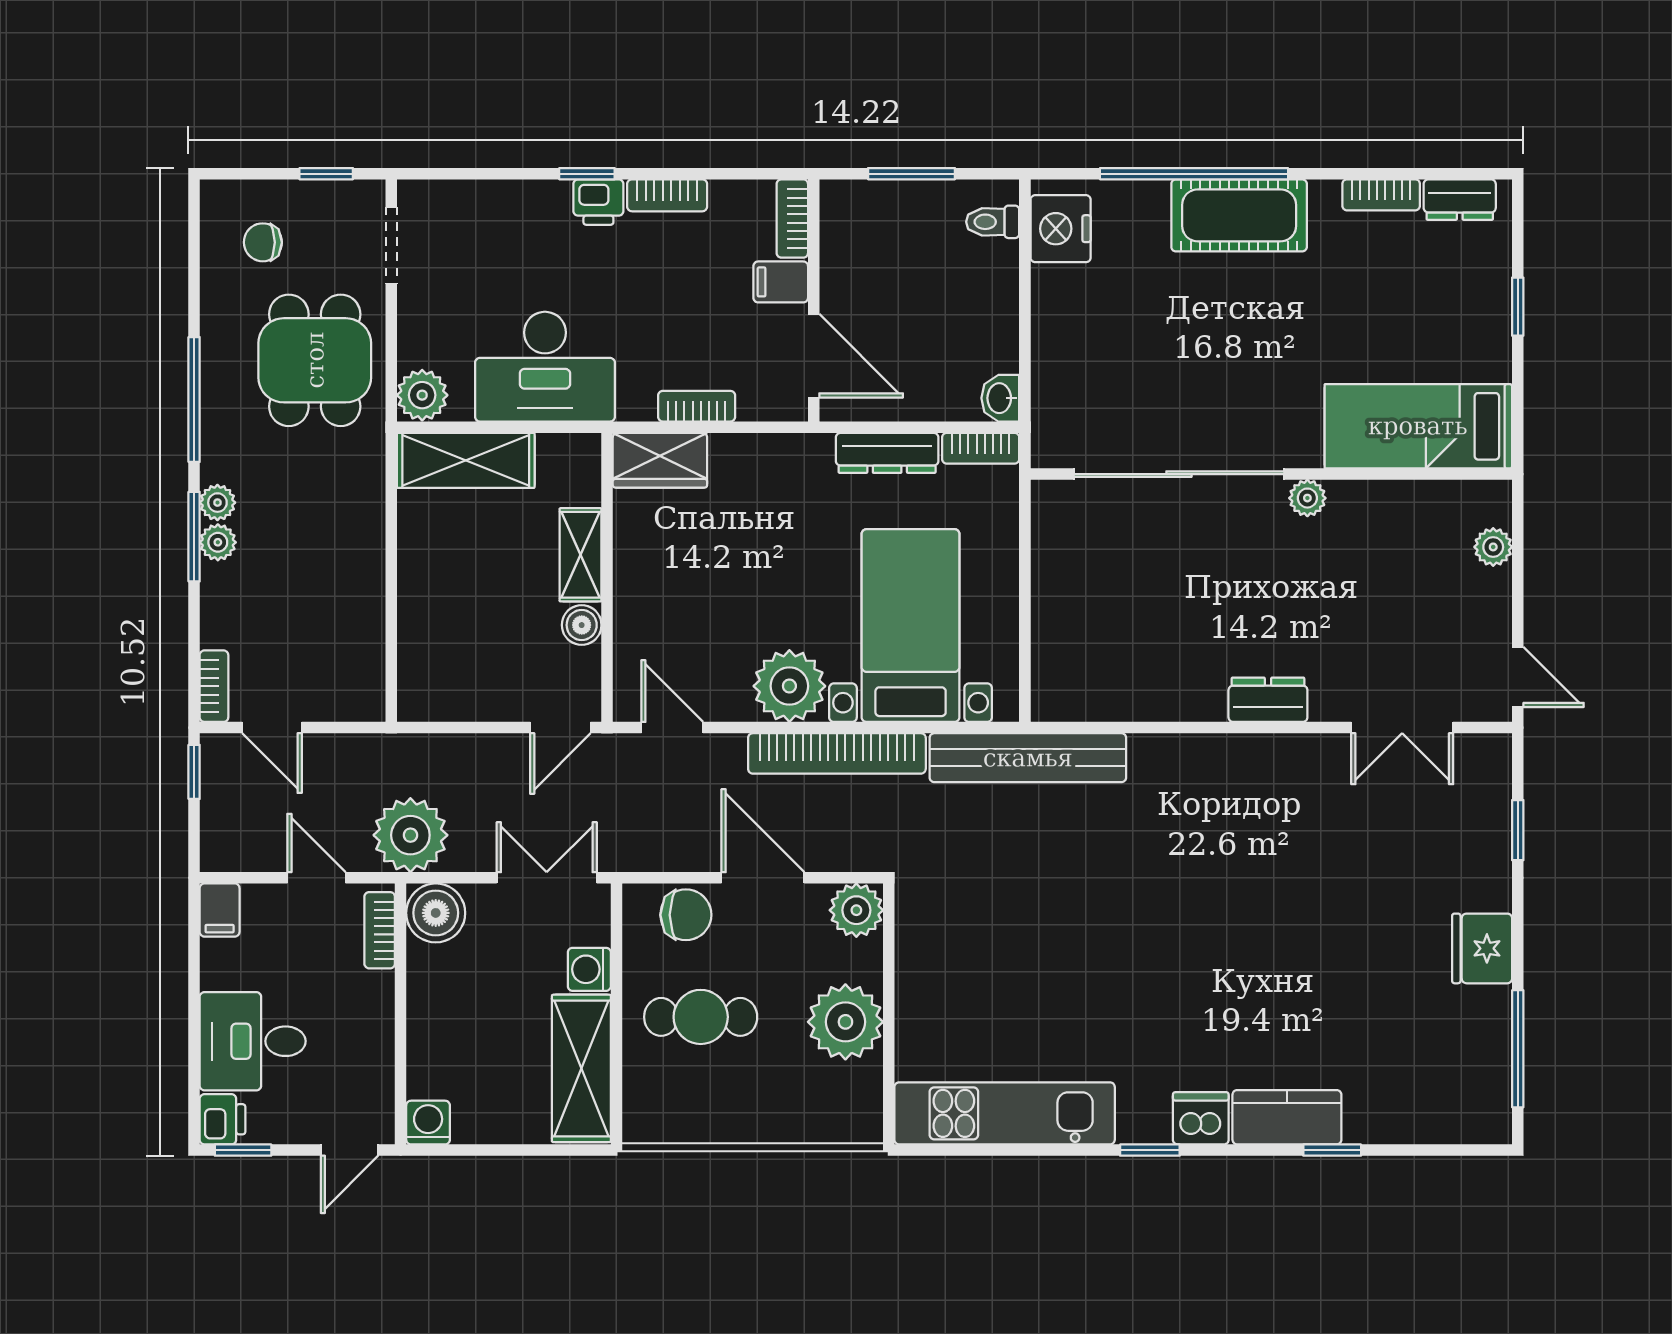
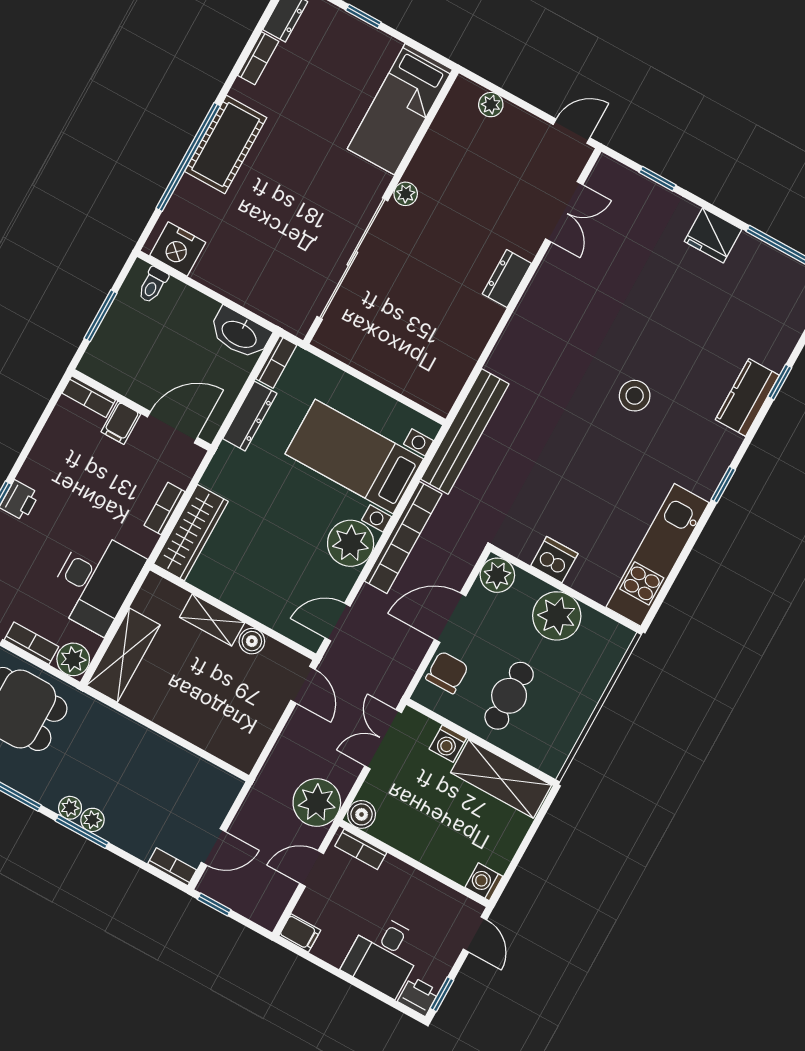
bookcase: (667, 195) -> (31, 643), moved, turned -90
washbasin: (1000, 398) -> (240, 334), width x1.91, depth x1.45
wardrobe: (660, 460) -> (191, 533), width x1.50
boiler: (436, 913) -> (362, 814), width x0.73, depth x0.73
stool: (1205, 962) -> (635, 396), added
dishwasher: (1201, 1118) -> (554, 560), moved, turned 90

